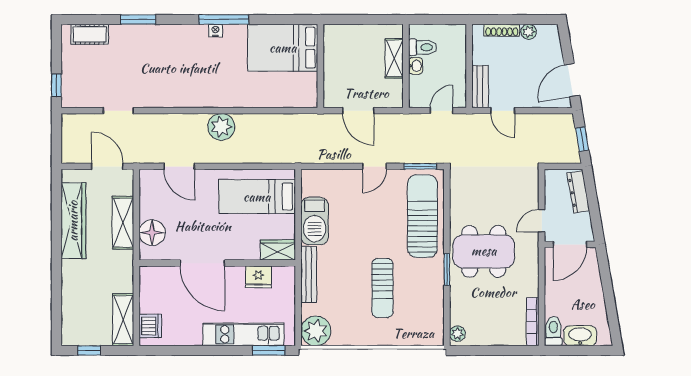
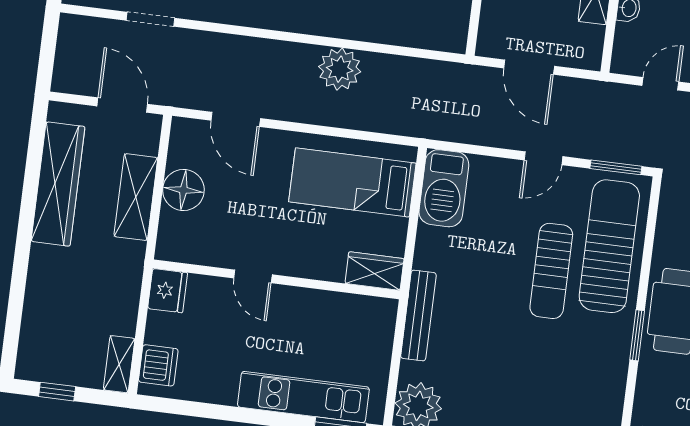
plant: (221, 127) -> (340, 69), moved
barbecue: (315, 221) -> (444, 188), moved
floor lamp: (152, 233) -> (183, 190), moved
door: (202, 263) -> (253, 276), width x0.53
fridge: (258, 277) -> (168, 291), moved, turned -90
sun lounger: (382, 288) -> (551, 271), moved
shelving: (123, 320) -> (119, 364), width x0.67, depth x0.75

